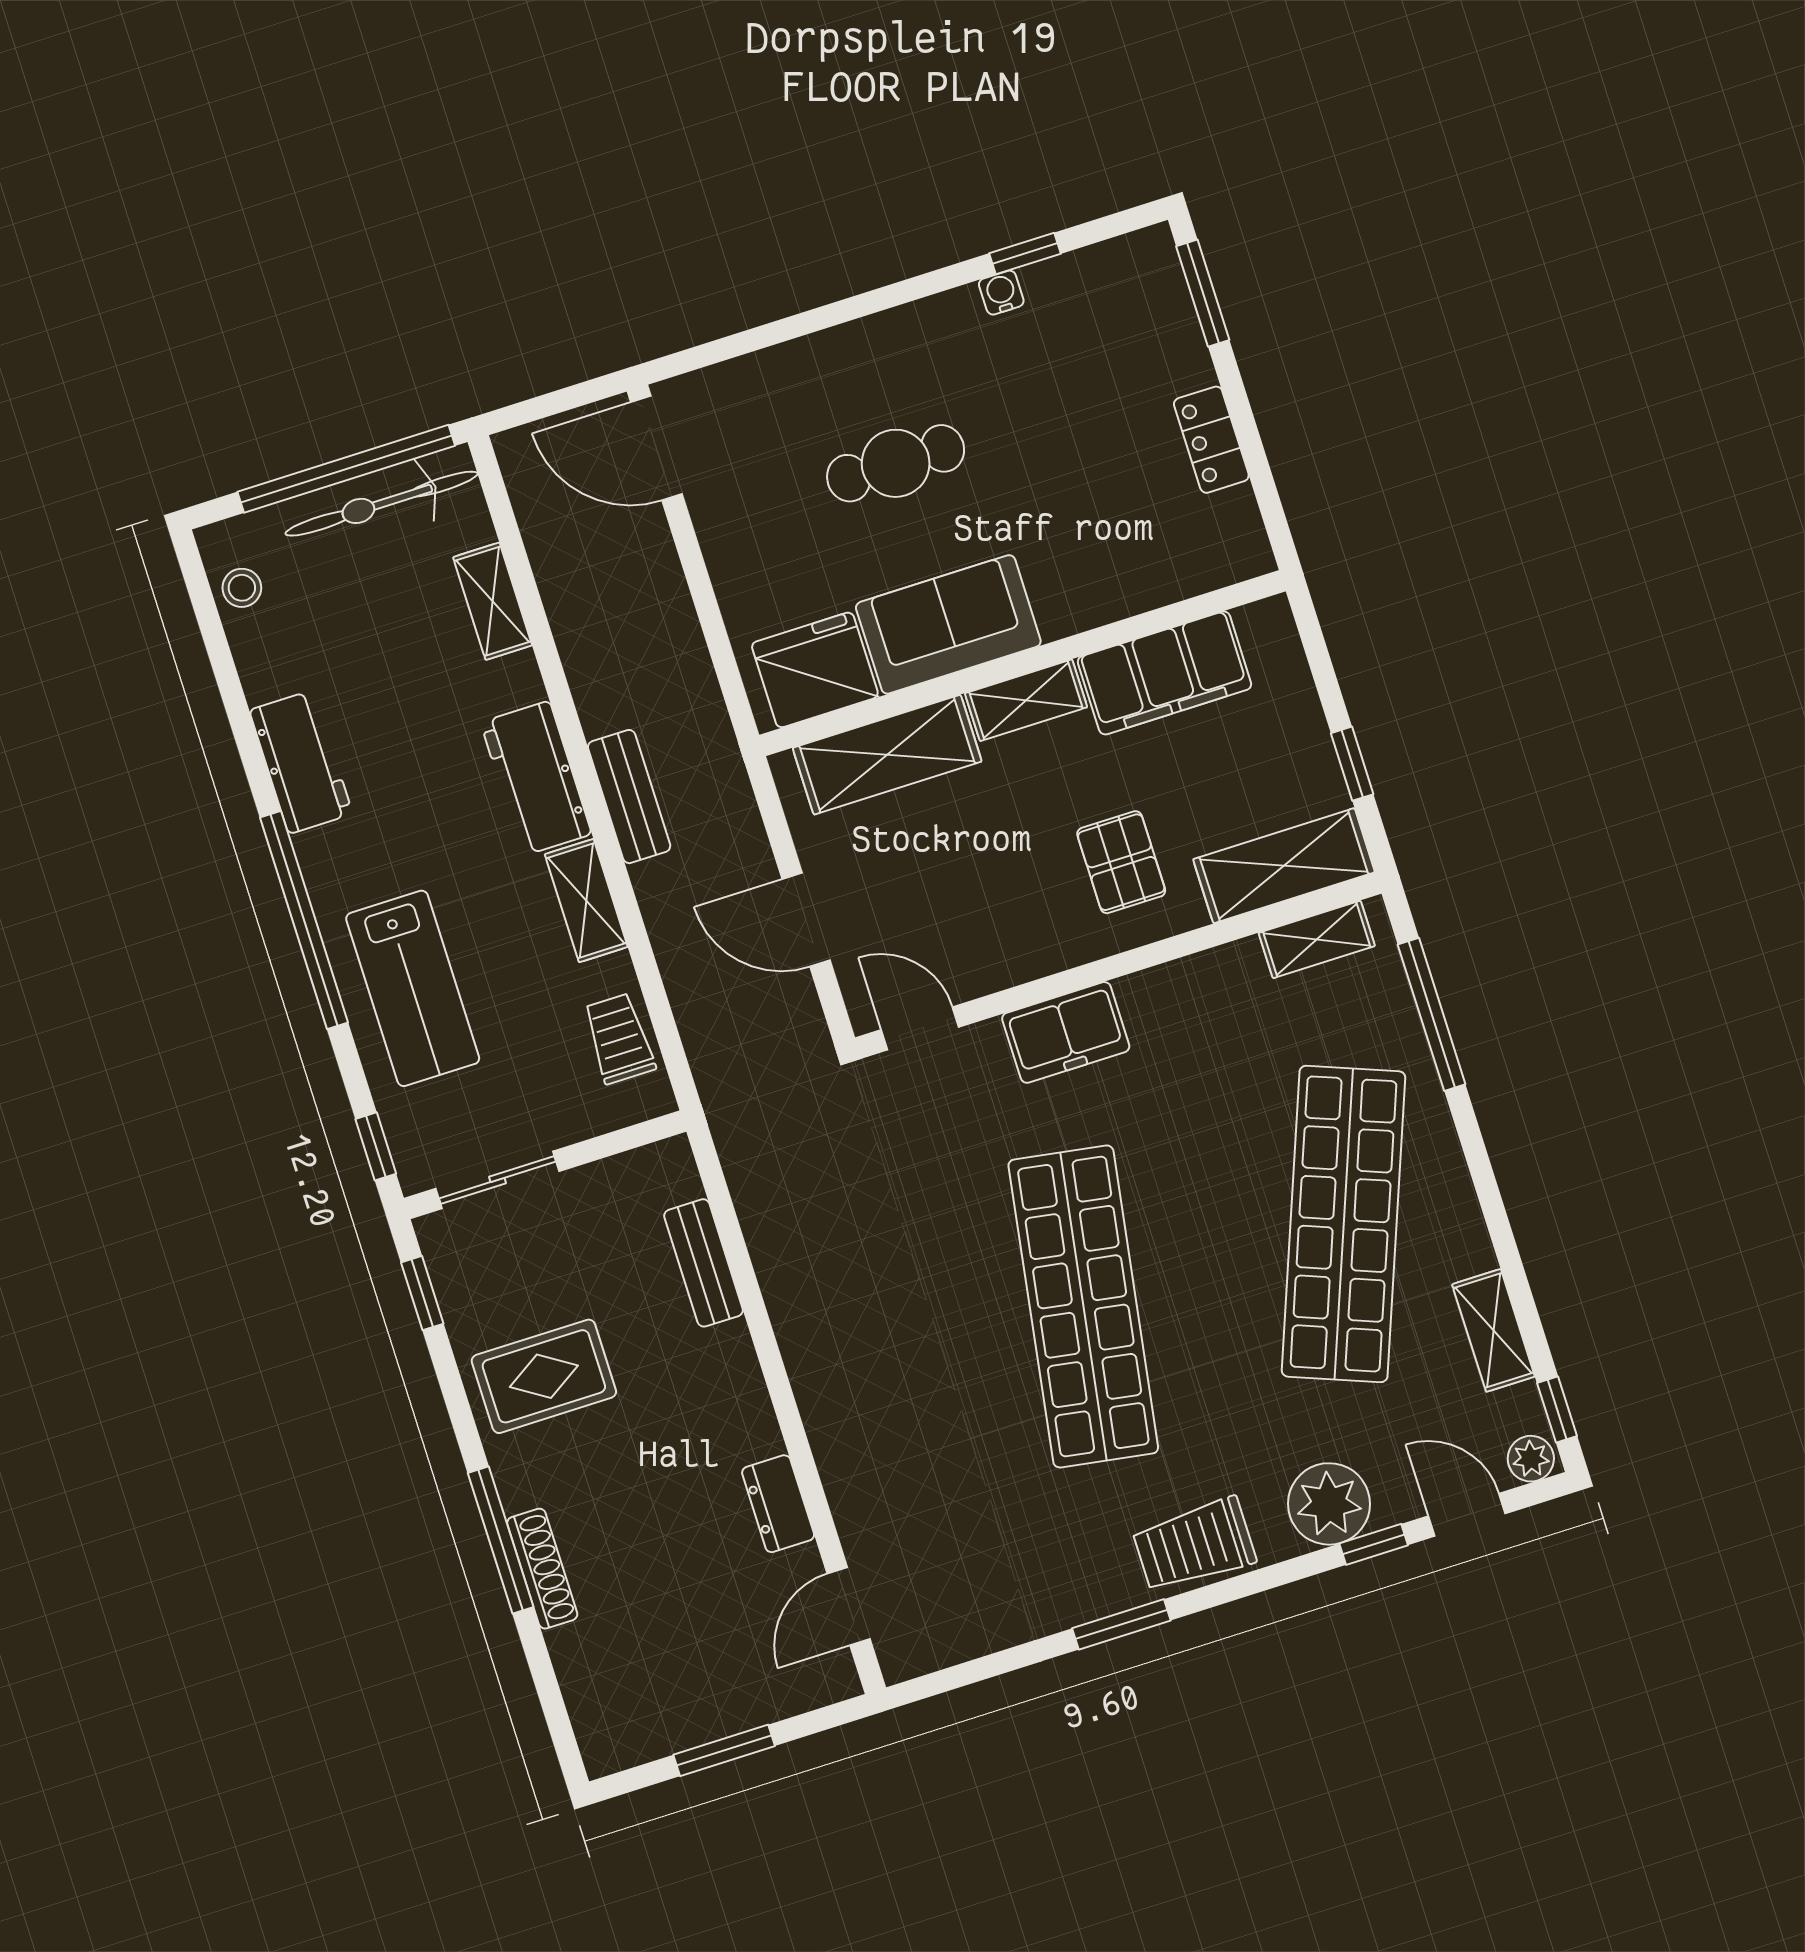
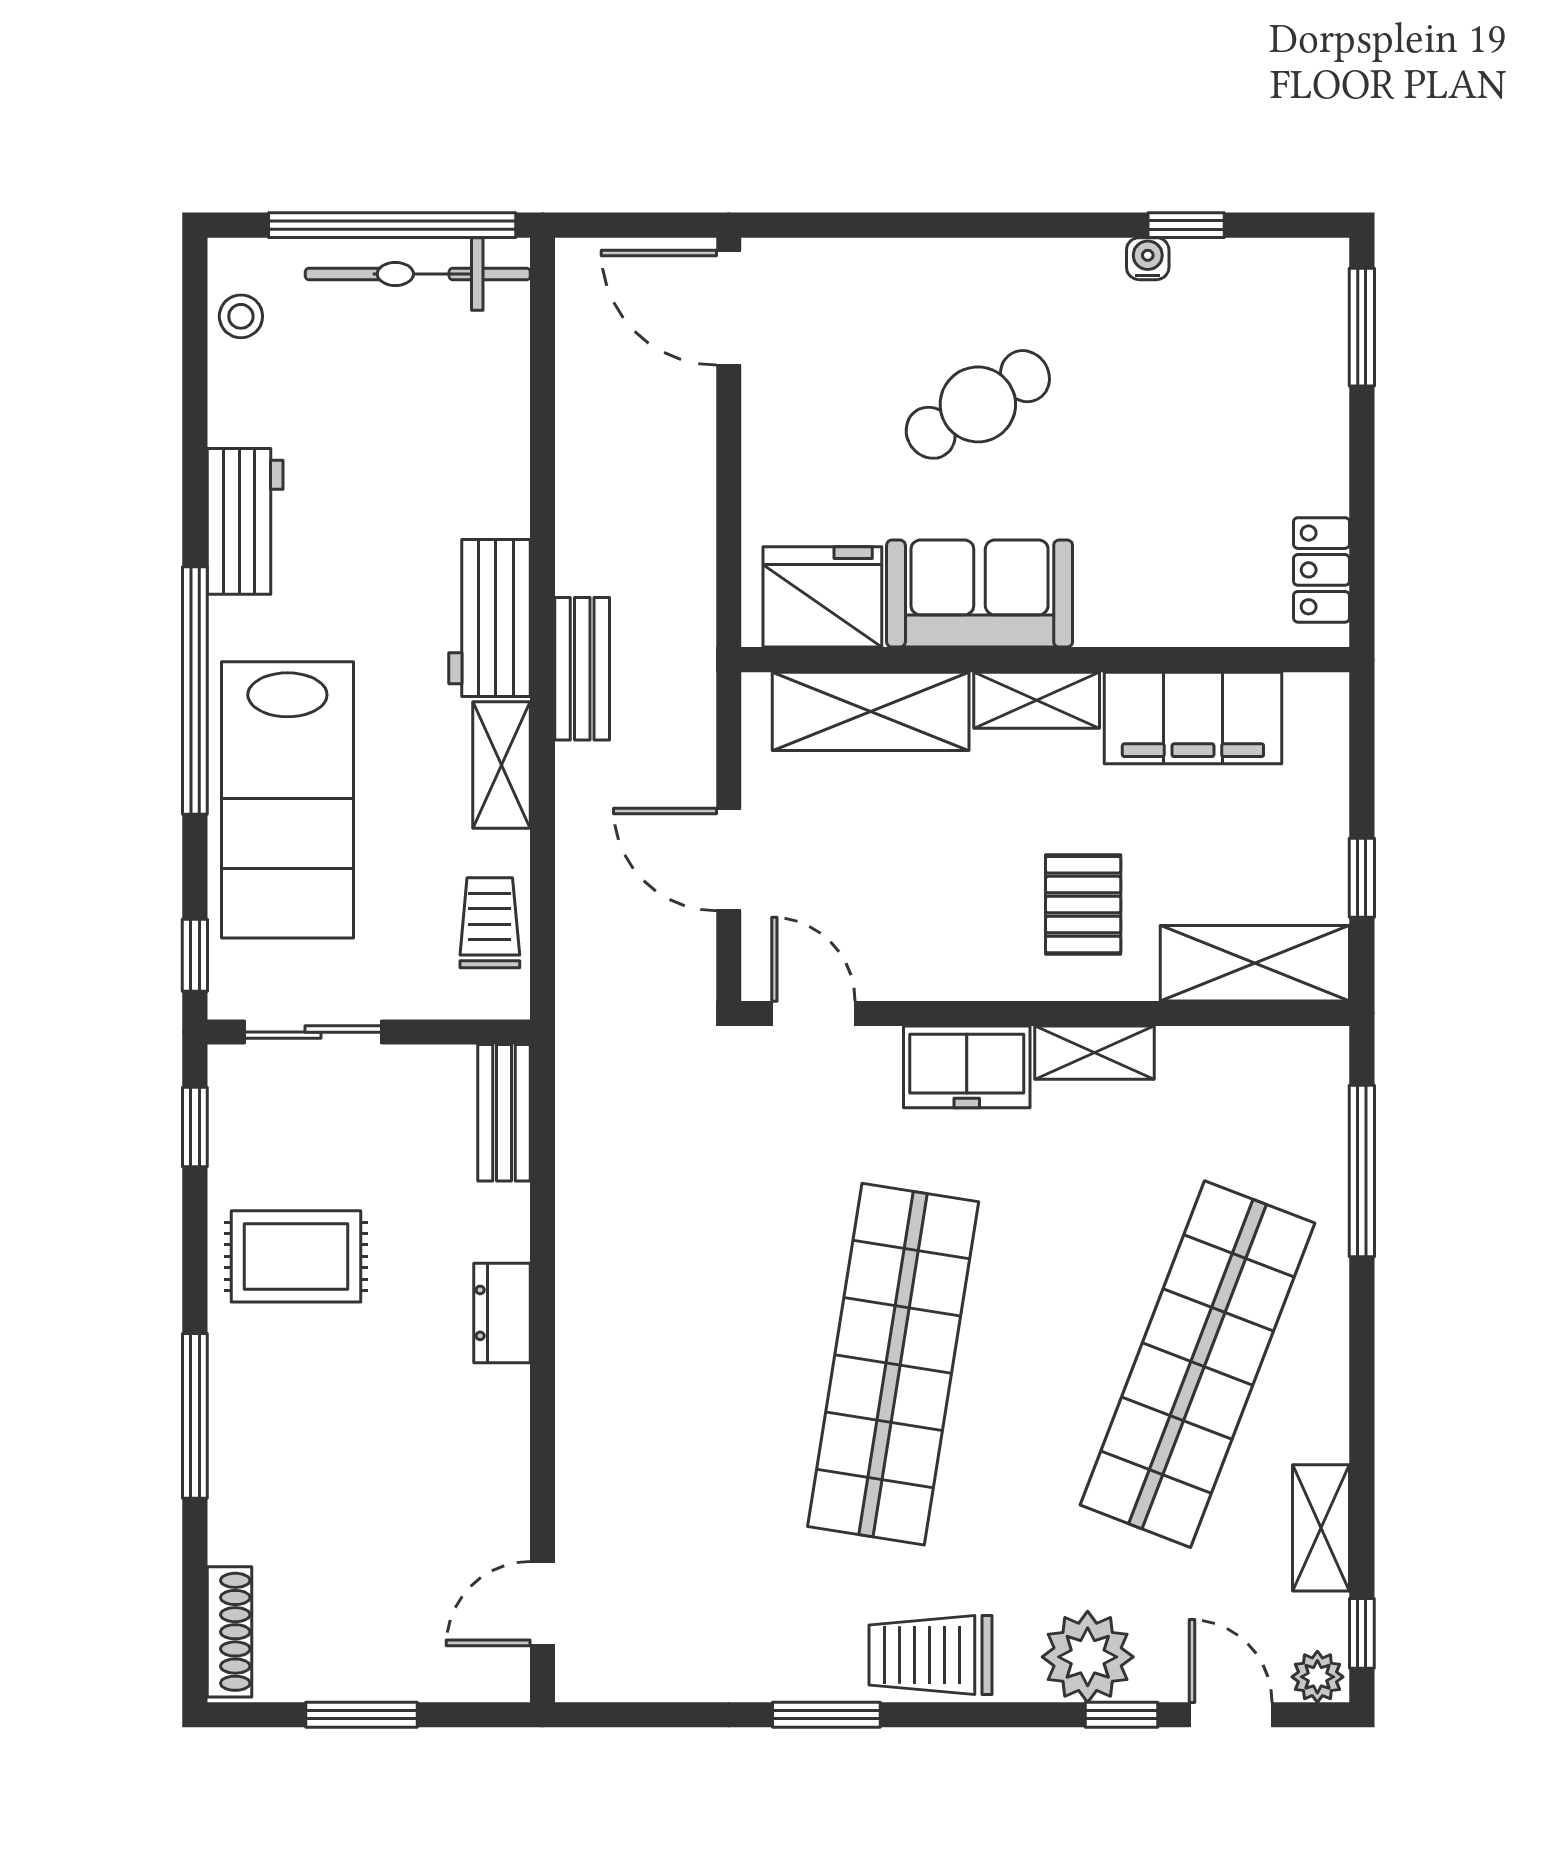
locker: (1211, 440) -> (1321, 570), moved
cafe table: (896, 463) -> (978, 404), turned -31
shelving: (493, 601) -> (503, 415), removed
shelving: (1317, 939) -> (1095, 1053), moved
lab bench: (413, 988) -> (287, 800), width x1.36, depth x1.39
bench: (704, 1263) -> (504, 1113), moved
dresser: (778, 1504) -> (502, 1313), moved
shoe rack: (542, 1569) -> (229, 1632), moved

